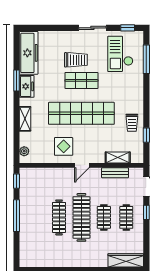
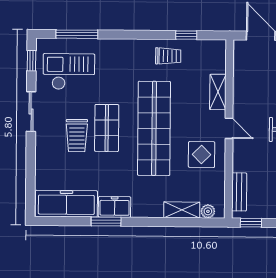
checkout: (120, 54) -> (69, 72), turned 180
trolley: (76, 60) -> (77, 136), turned 180
shelving: (25, 119) -> (182, 210), moved
shelving: (118, 157) -> (218, 92), moved
bench: (115, 173) -> (239, 192), moved

